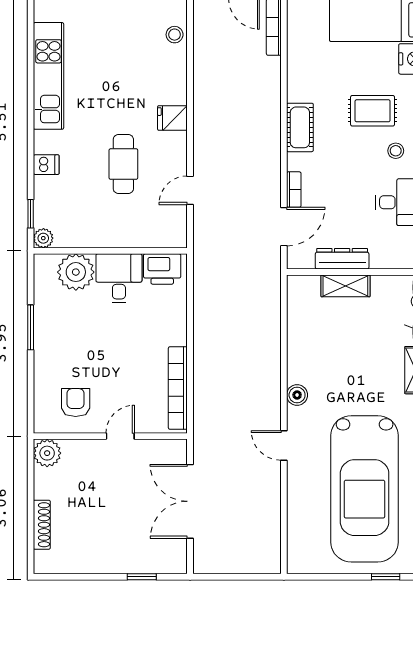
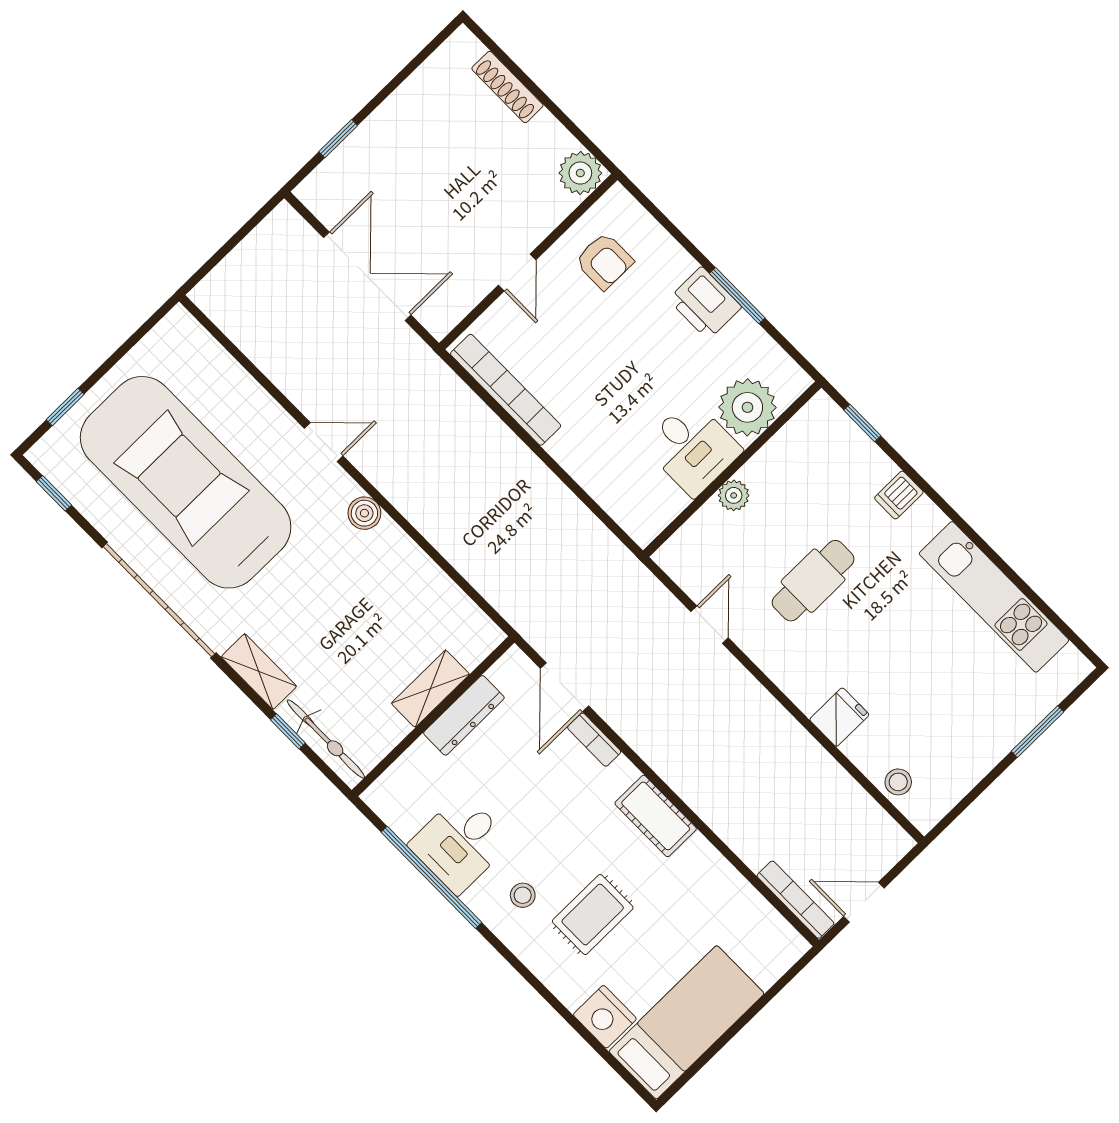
fridge: (172, 118) -> (839, 717), moved
cafe table: (123, 164) -> (813, 581), turned 90
plant: (43, 238) -> (734, 495), moved
printer: (162, 269) -> (705, 303), moved, turned -90

